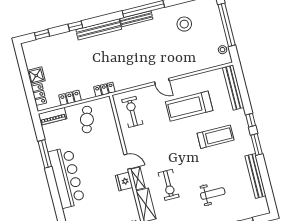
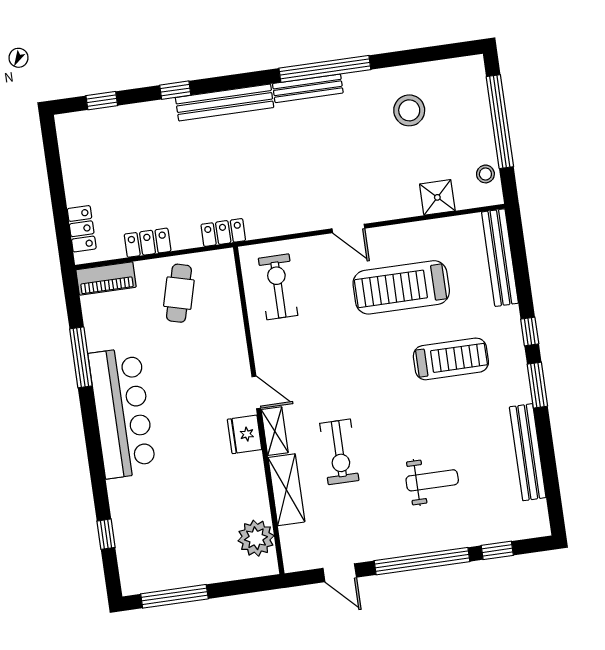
shower: (36, 76) -> (437, 197), moved

